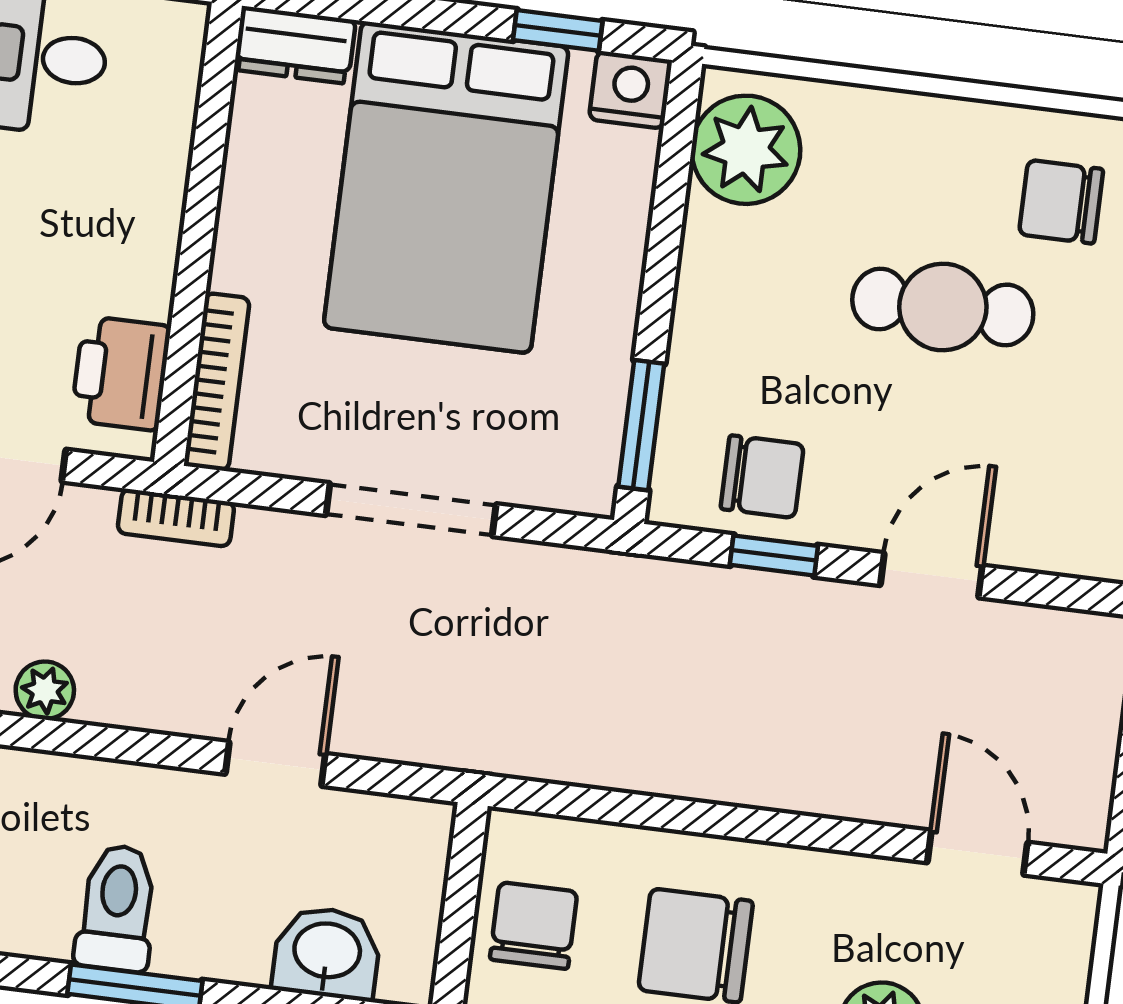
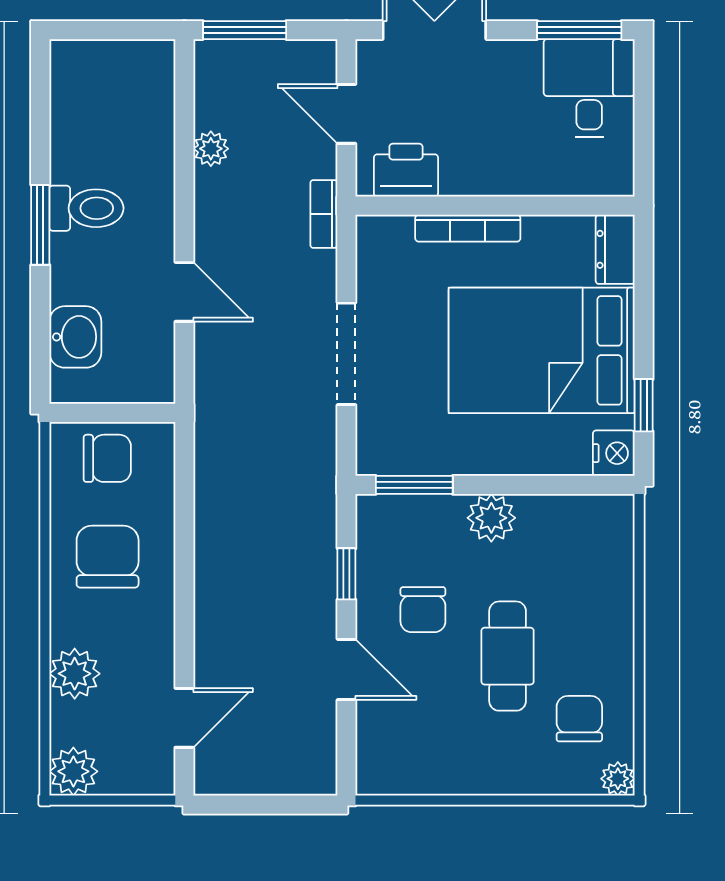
plant: (746, 150) -> (491, 518), moved, width x0.73, depth x0.73
bookcase: (217, 382) -> (468, 228), moved
chair: (762, 477) -> (423, 610), moved

